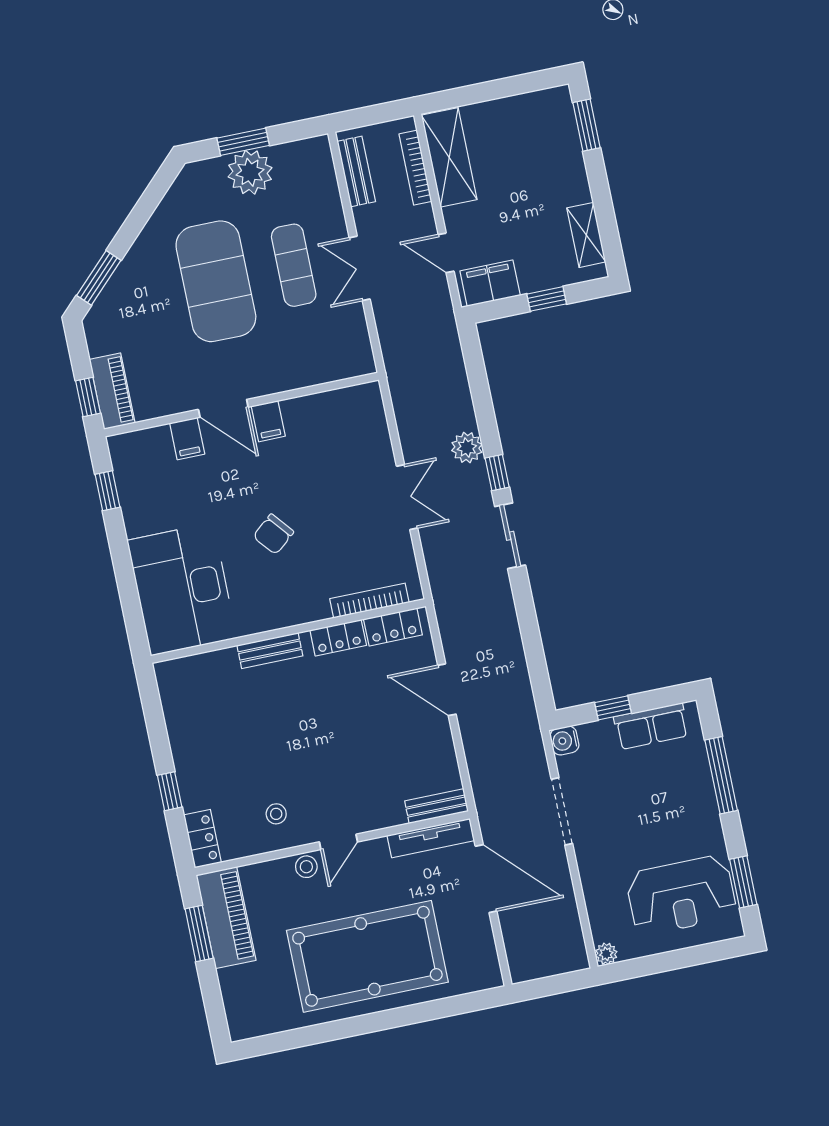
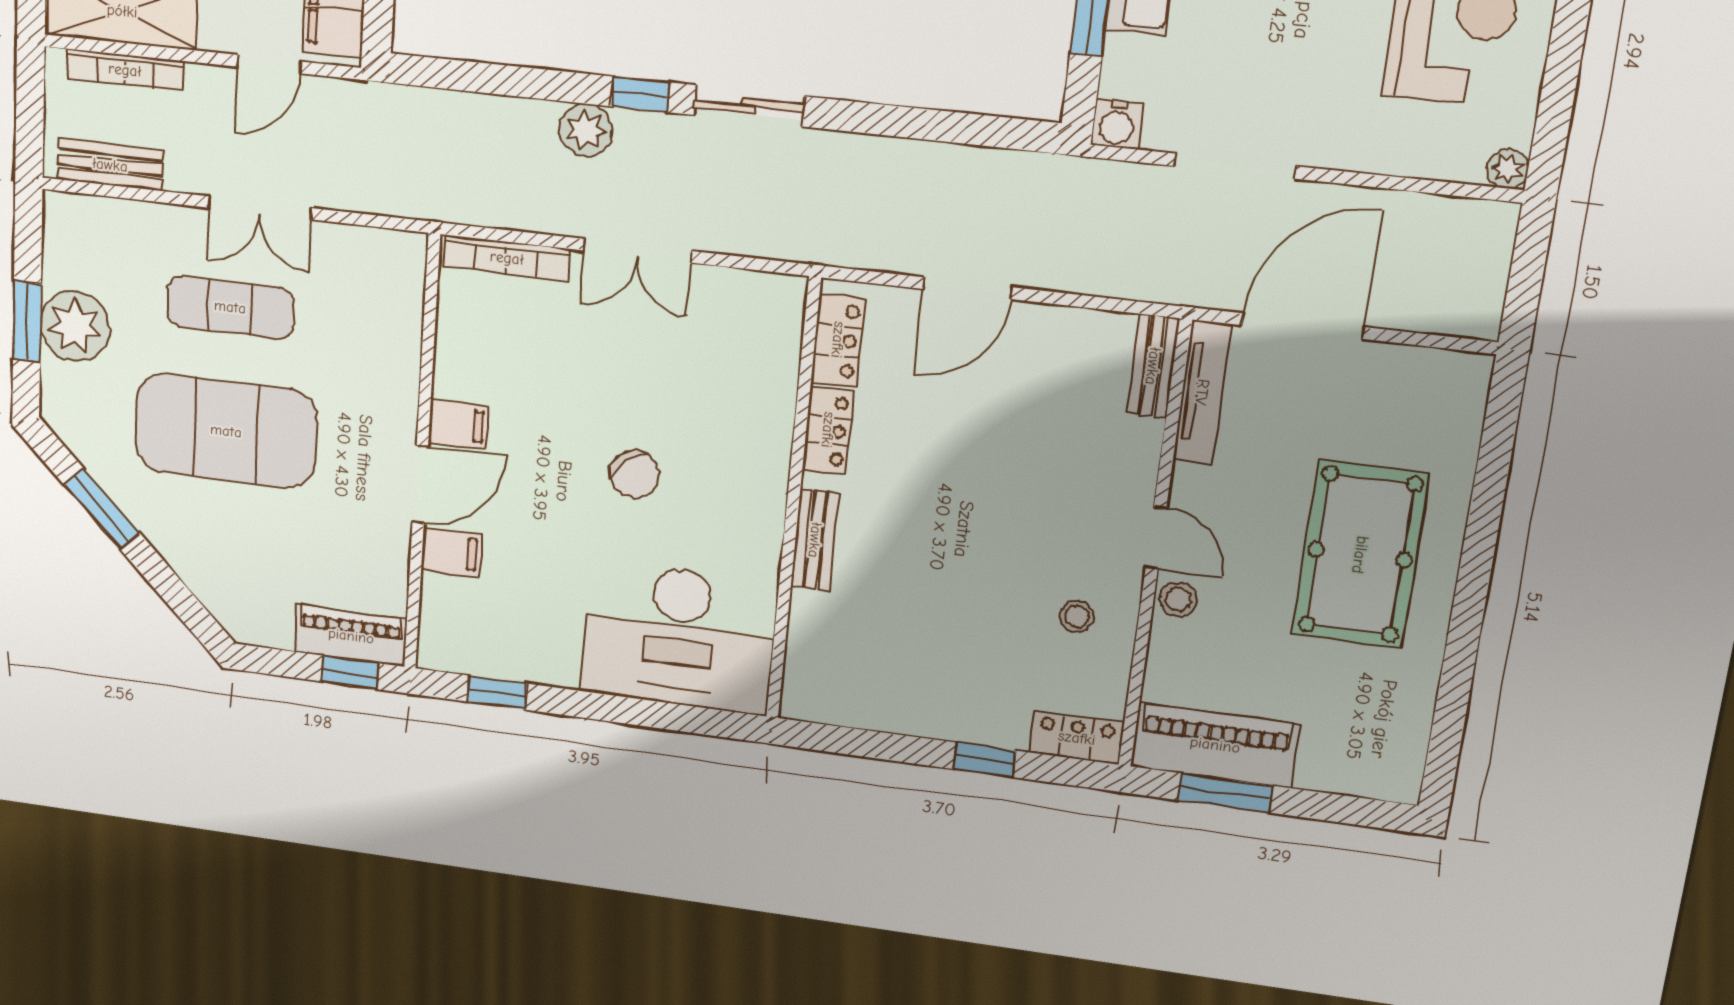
window: (99, 278) -> (102, 509), moved
double door: (407, 497) -> (638, 251), swing flipped
bookcase: (369, 601) -> (507, 258), moved, turned -90
pool table: (367, 956) -> (1360, 555), width x0.73, depth x0.76

